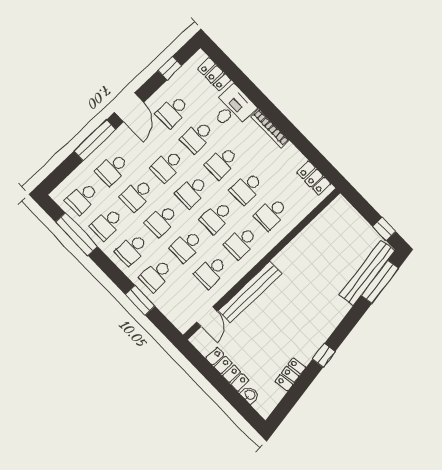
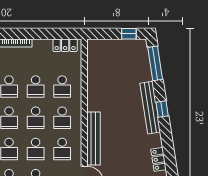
bench: (367, 273) -> (150, 108), moved
window: (324, 355) -> (162, 109), moved

